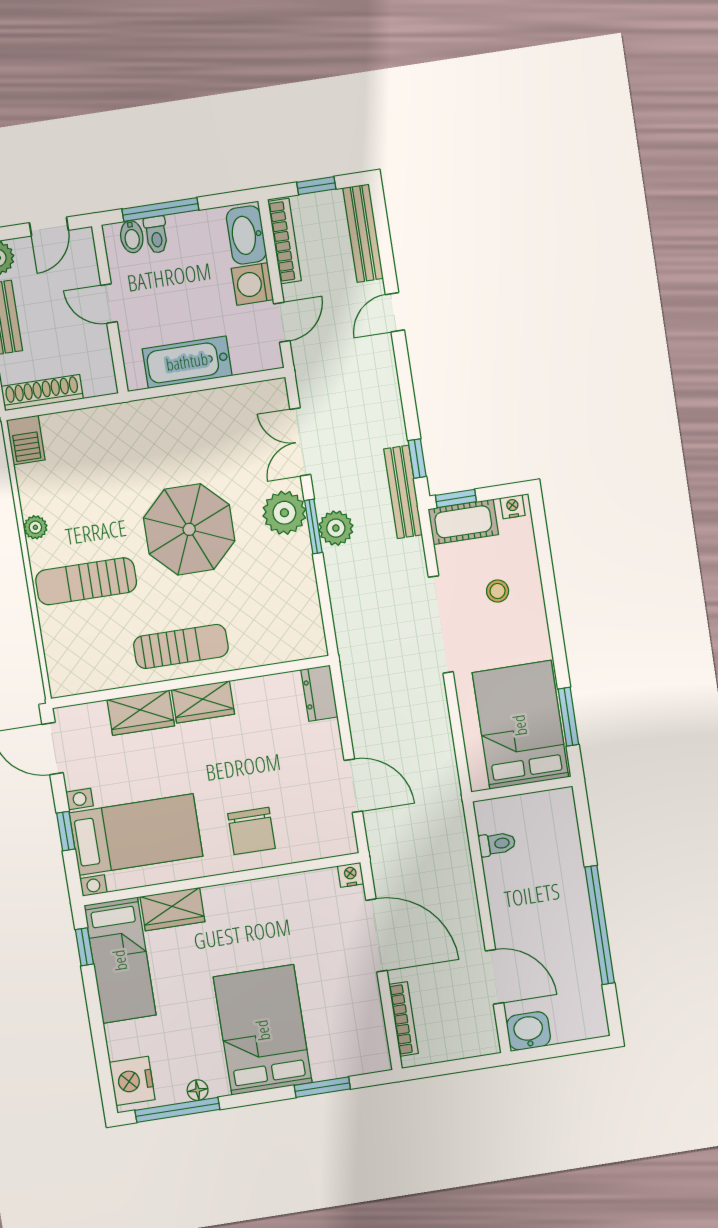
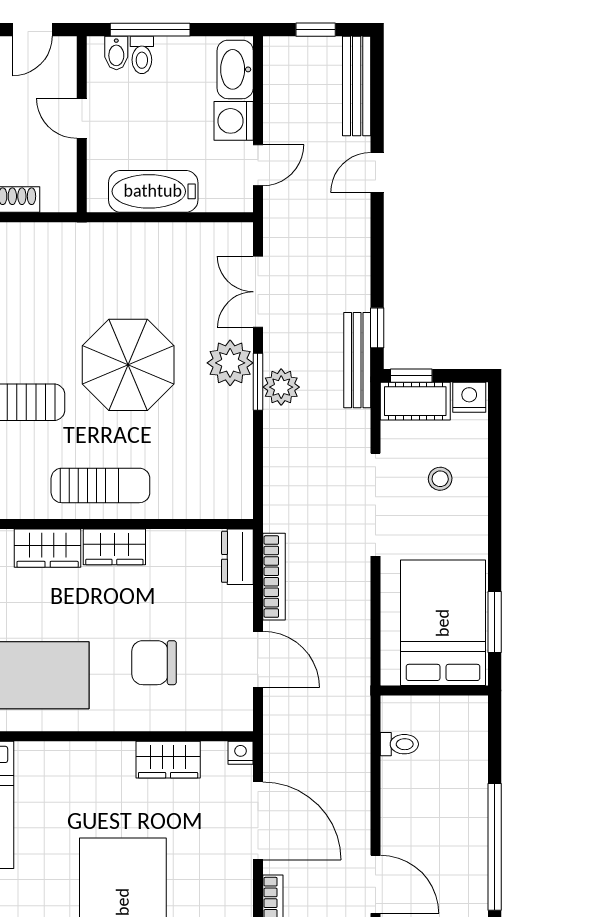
bookcase: (285, 241) -> (274, 577), moved
nightstand: (513, 507) -> (469, 397), width x1.39, depth x1.35
chair: (251, 831) -> (154, 663), moved, turned 90
wardrobe: (172, 909) -> (168, 760), moved

